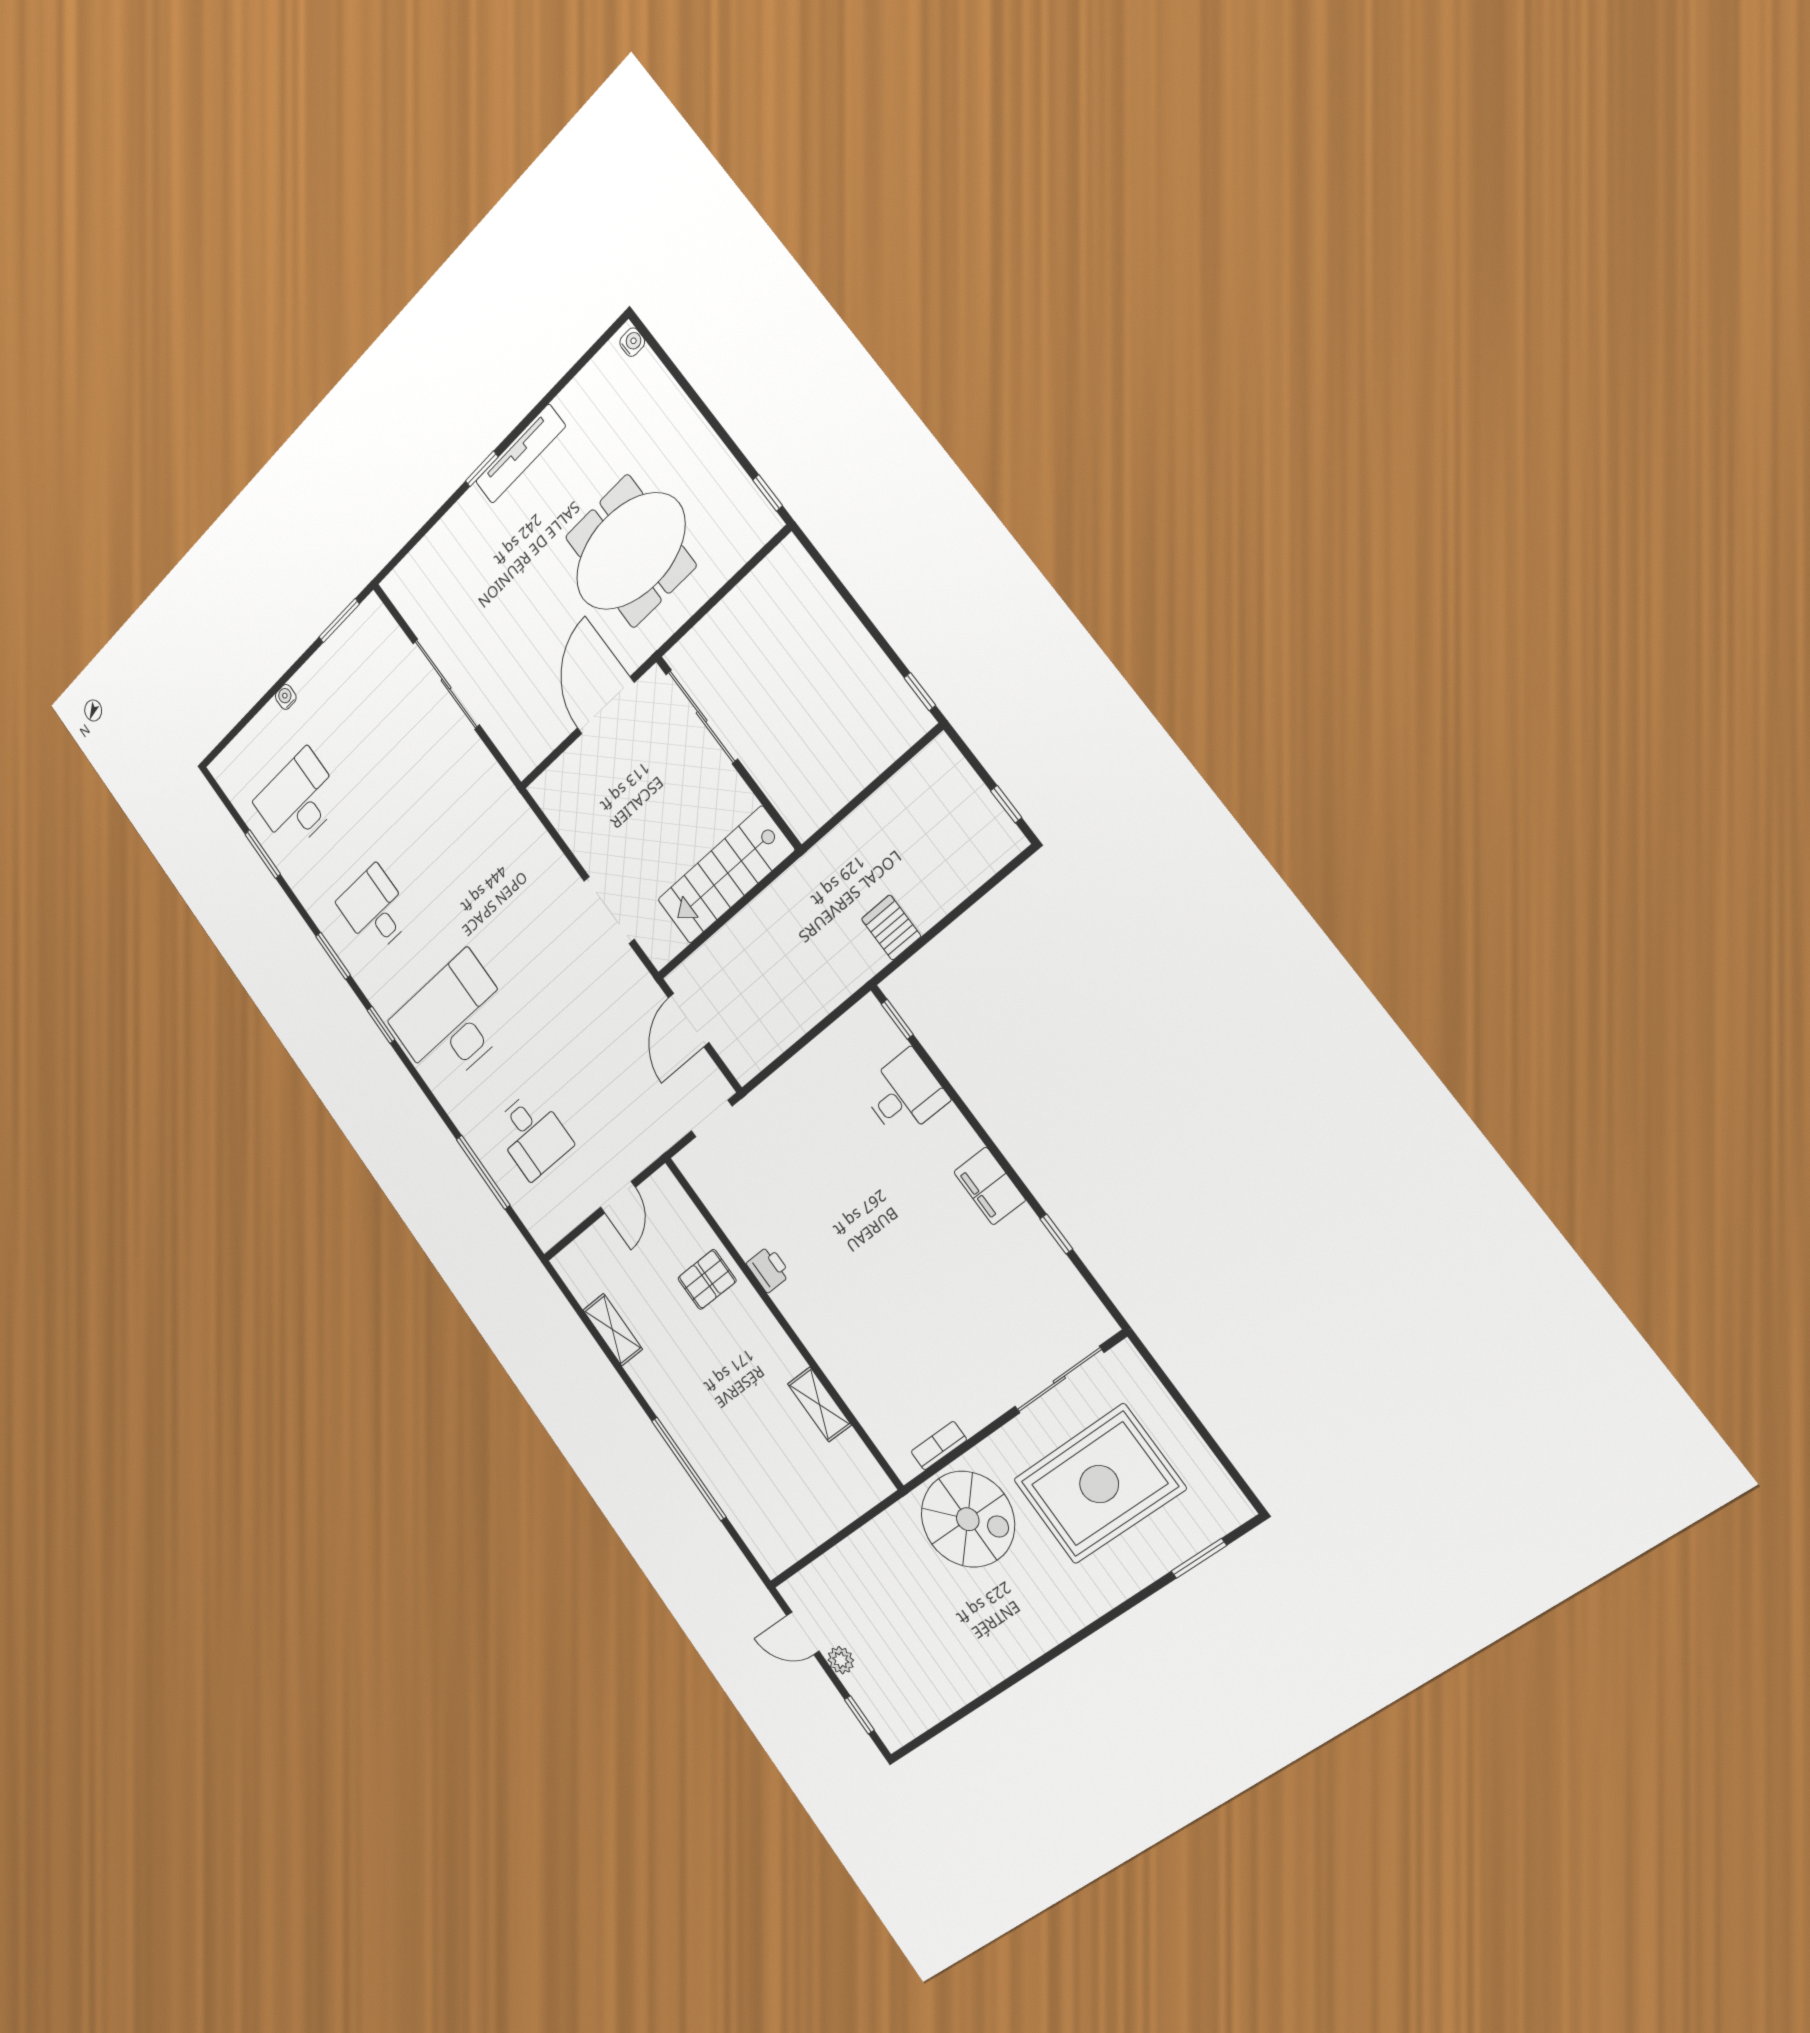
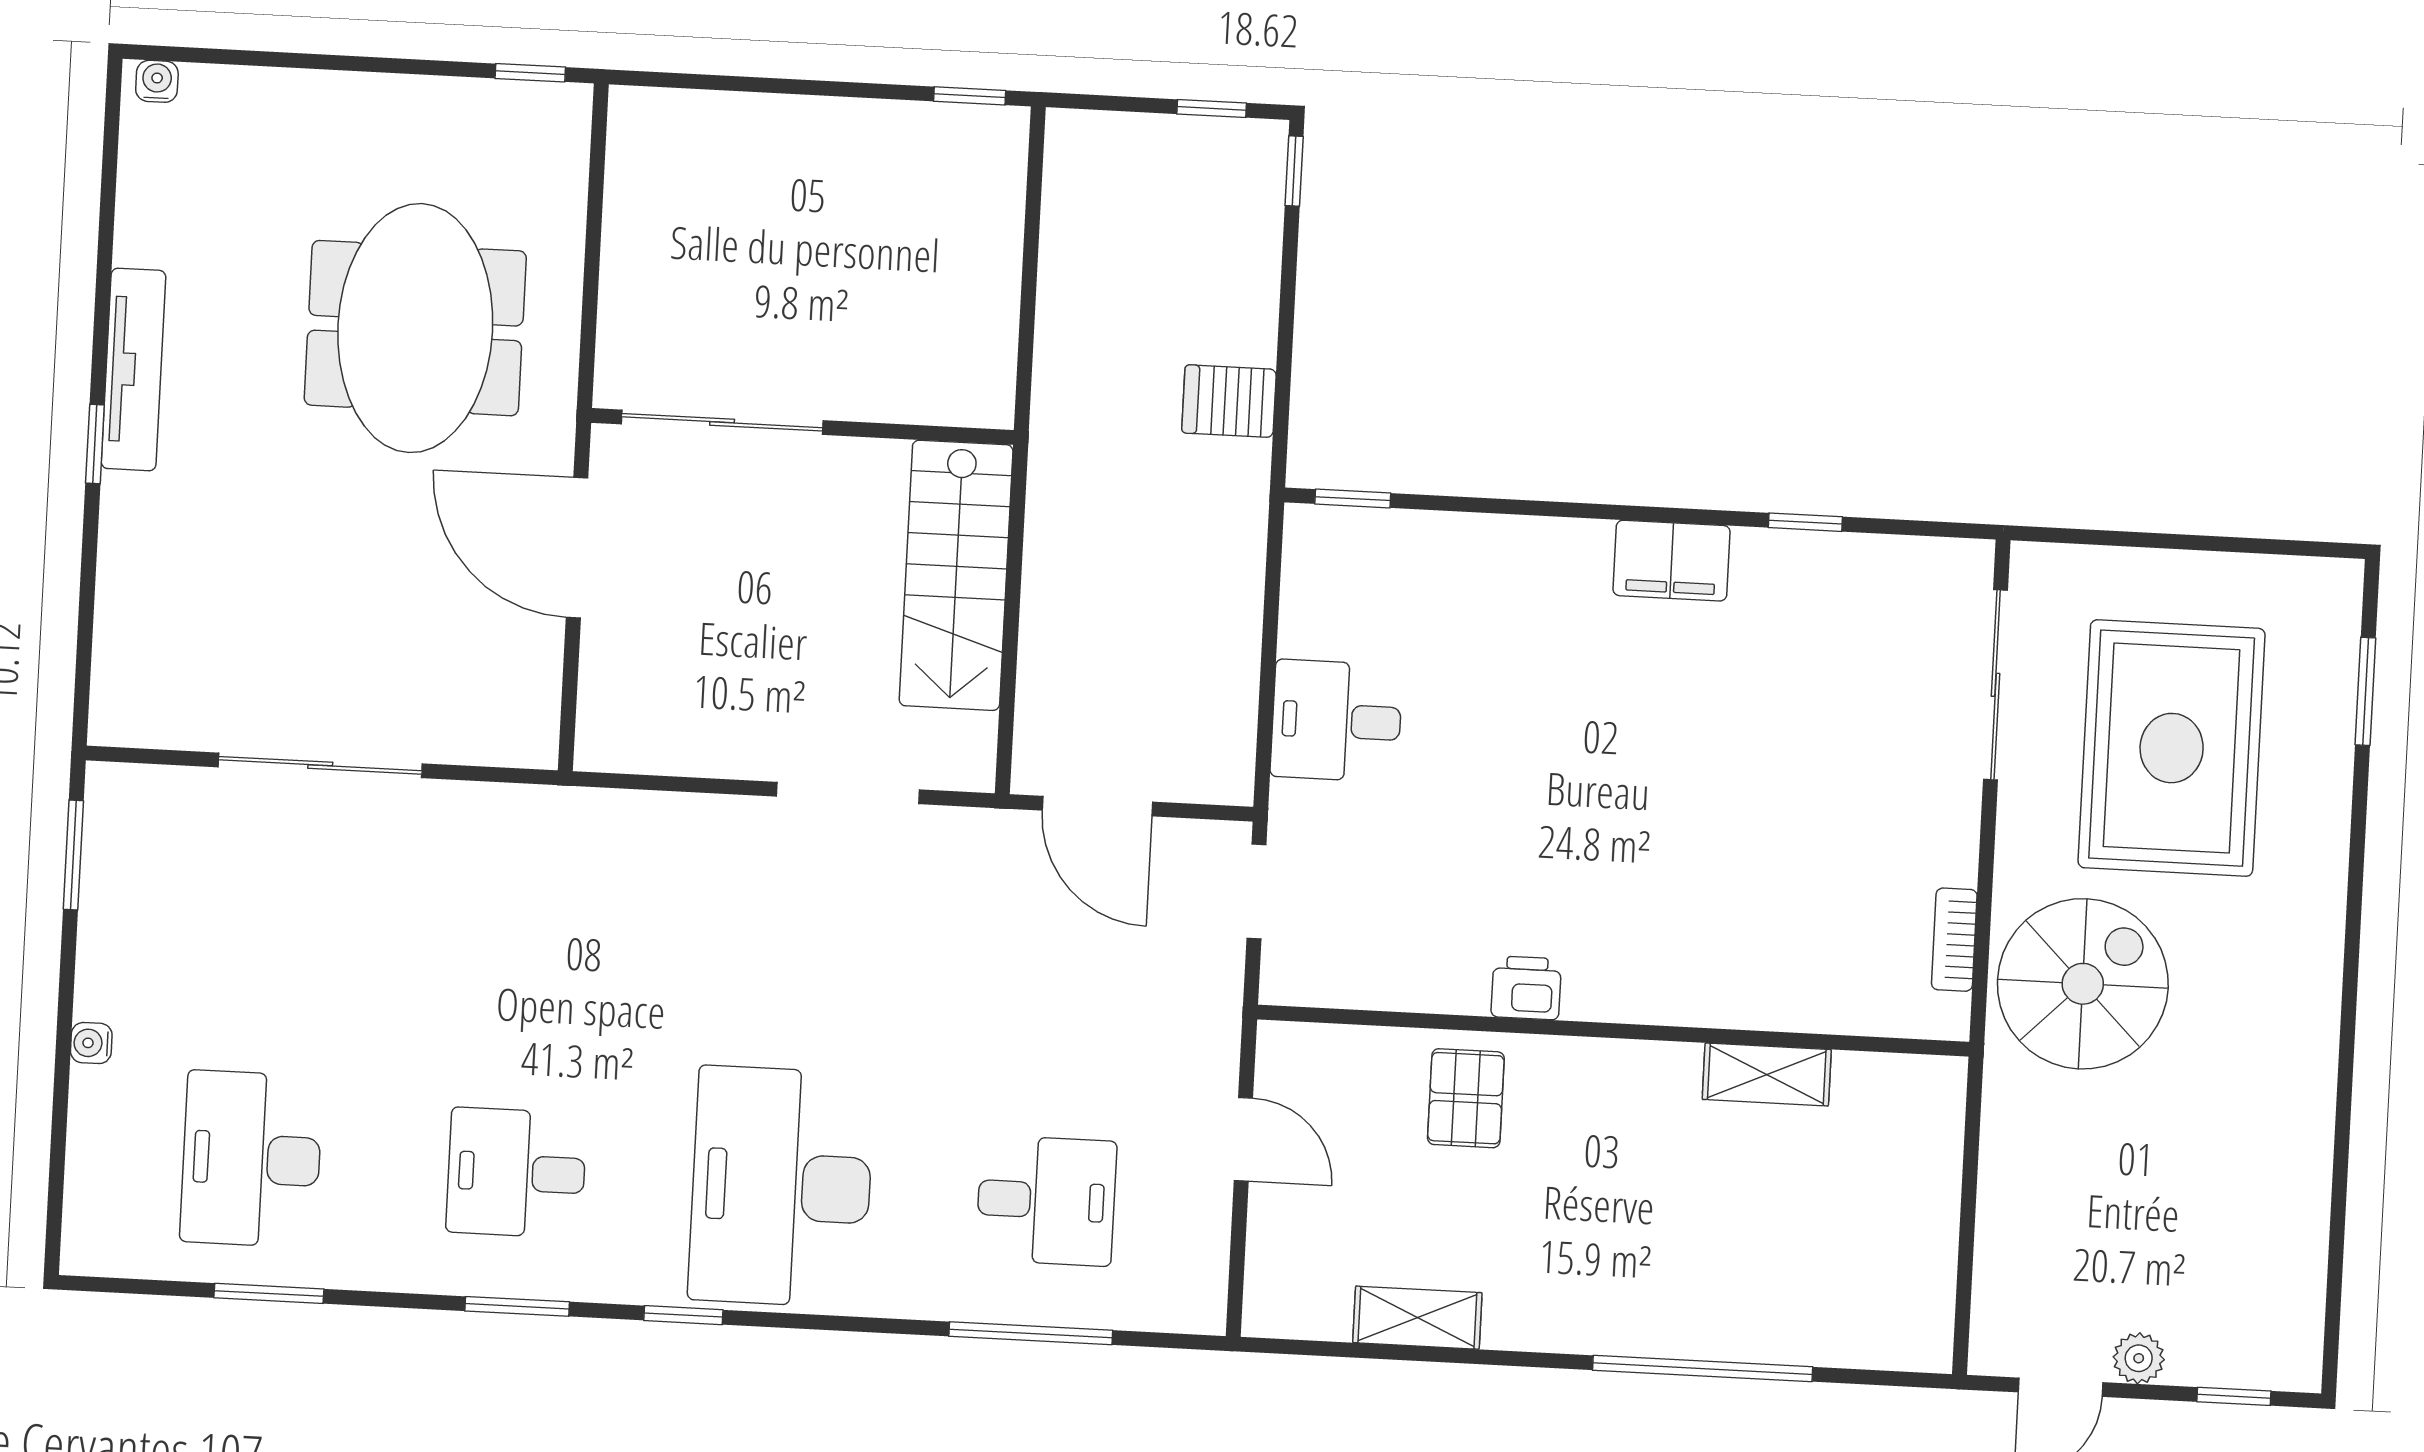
window: (1011, 867) -> (1294, 171), added
desk: (905, 1094) -> (1336, 721), moved, turned -90

